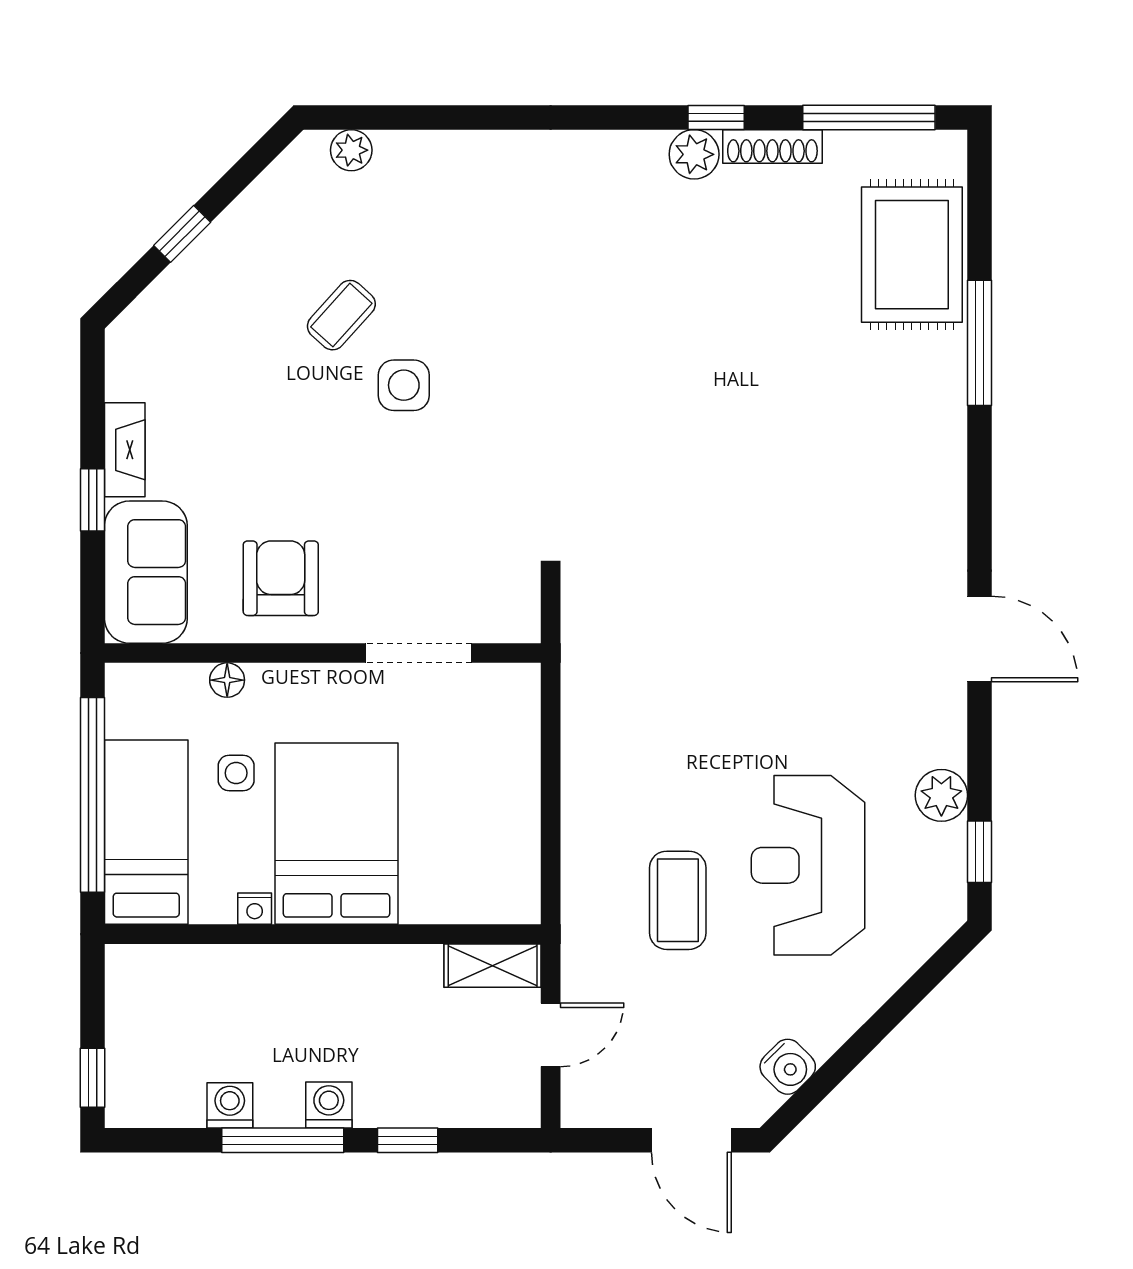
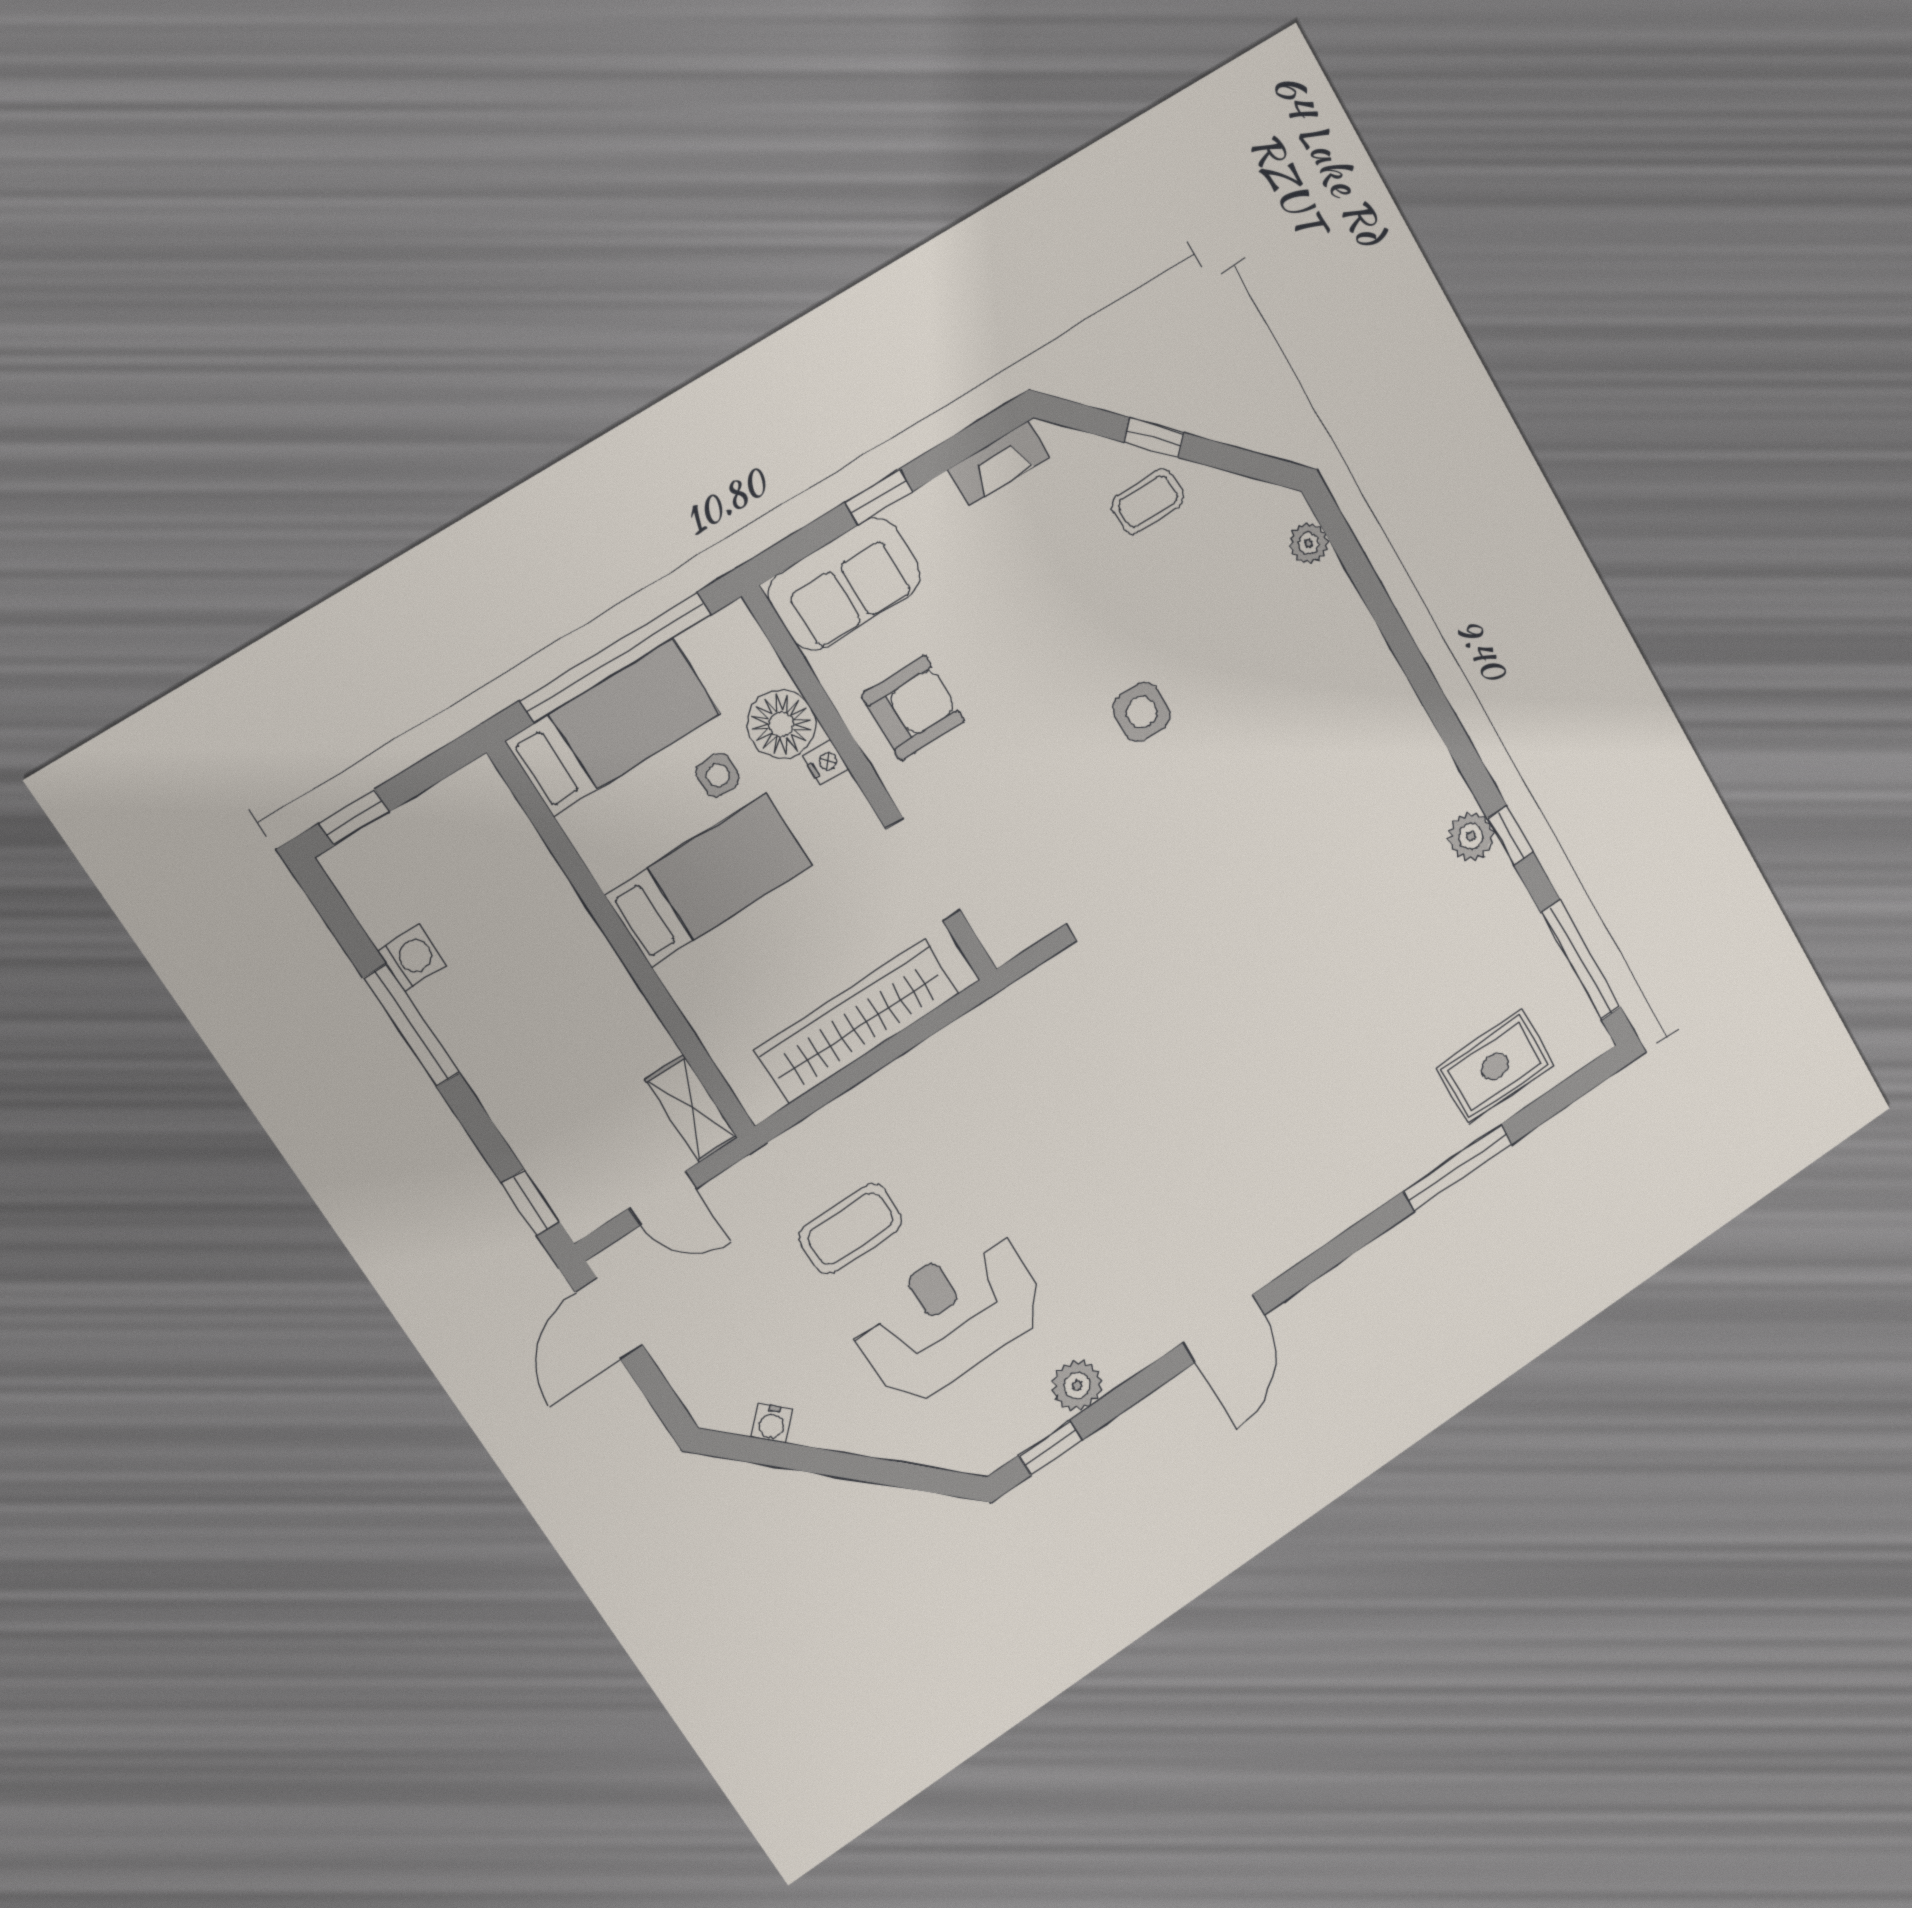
shoe rack: (772, 146) -> (1514, 897), removed
rug: (912, 255) -> (1495, 1067), width x0.73, depth x0.70
coffee table: (341, 315) -> (1148, 502), moved, turned -42
fireplace: (125, 450) -> (999, 463), moved
floor lamp: (227, 680) -> (781, 724), width x1.89, depth x1.89
wardrobe: (509, 786) -> (857, 1021), added
bed: (337, 834) -> (709, 880), width x0.67
nightstand: (255, 909) -> (826, 762), moved, turned 180
water cooler: (788, 1067) -> (772, 1423), width x0.72, depth x0.72
washing machine: (329, 1105) -> (471, 1046), removed
window: (408, 1140) -> (531, 1203), moved
door: (691, 1140) -> (609, 1319), moved

